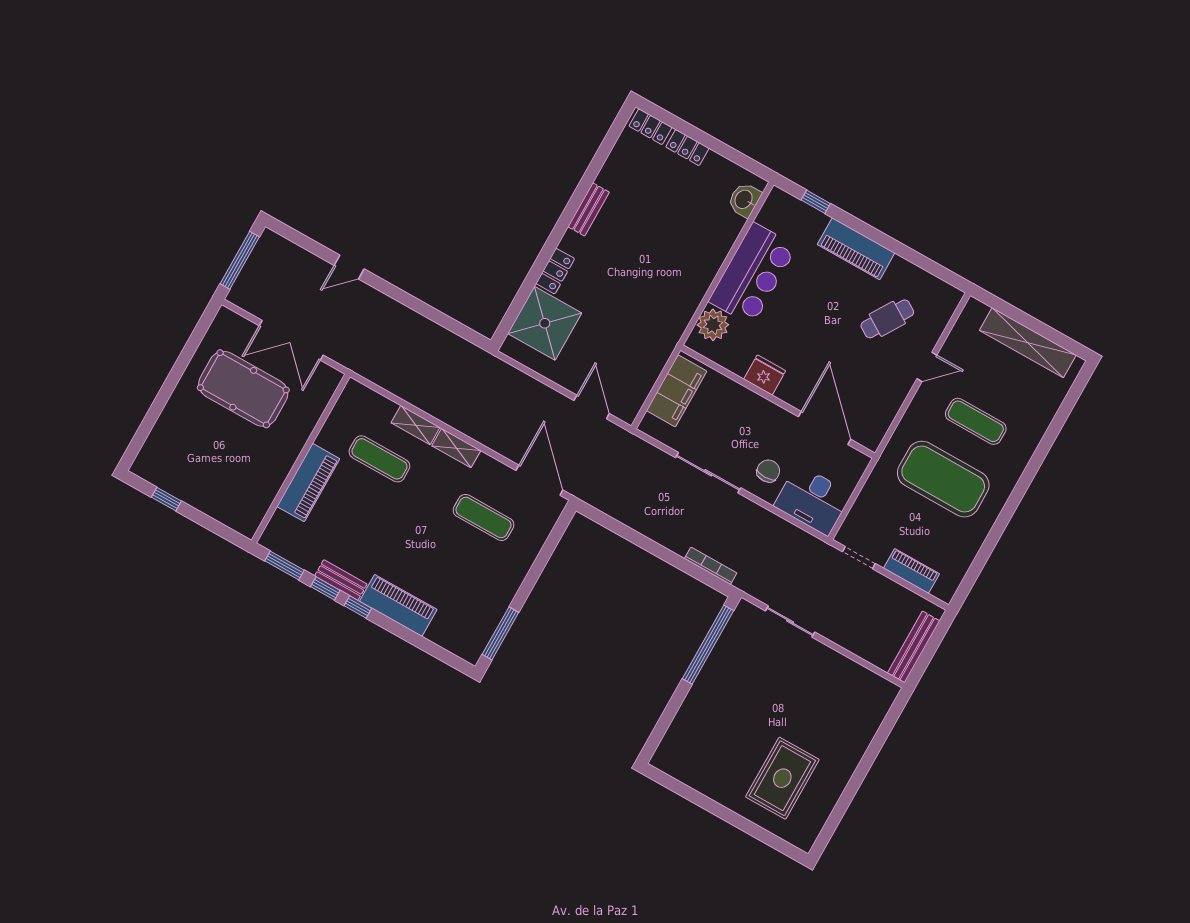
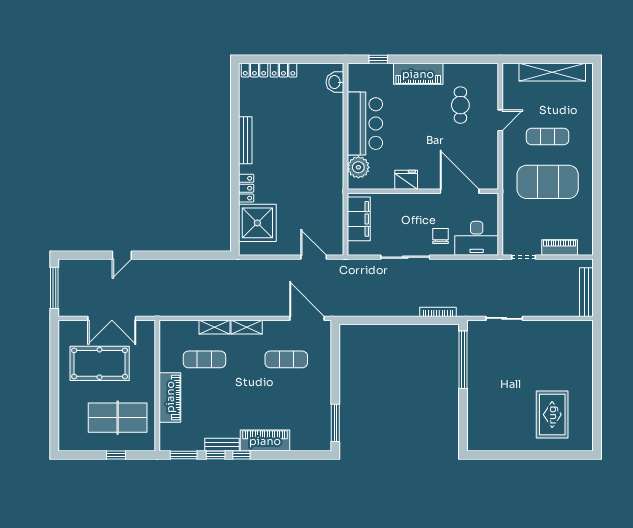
bench: (589, 209) -> (245, 140), width x1.36
cafe table: (887, 319) -> (460, 105), turned -32
table tennis table: (227, 471) -> (118, 418), added
window: (166, 499) -> (116, 455), moved

